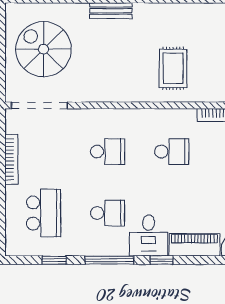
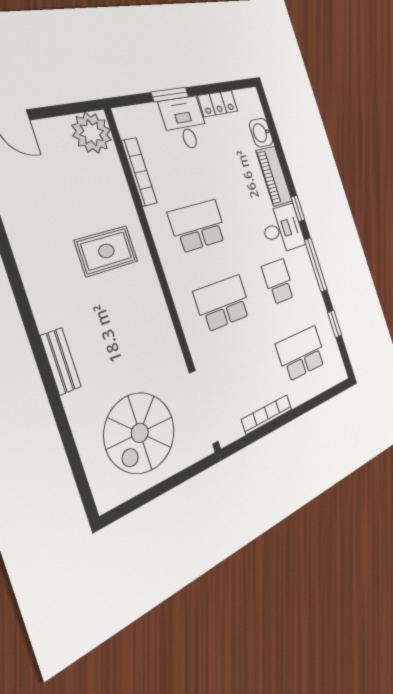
school desk: (108, 152) -> (223, 303), width x1.85
school desk: (172, 152) -> (198, 226), width x1.85

